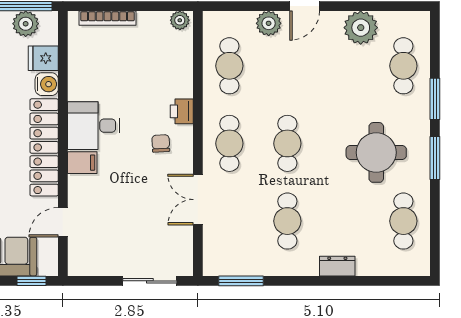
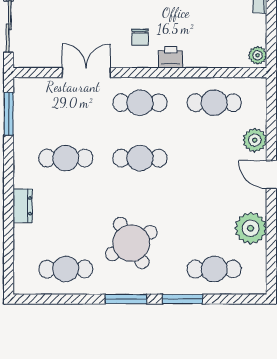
chair: (161, 143) -> (140, 37), turned 93
round table: (376, 152) -> (131, 243), turned -30

